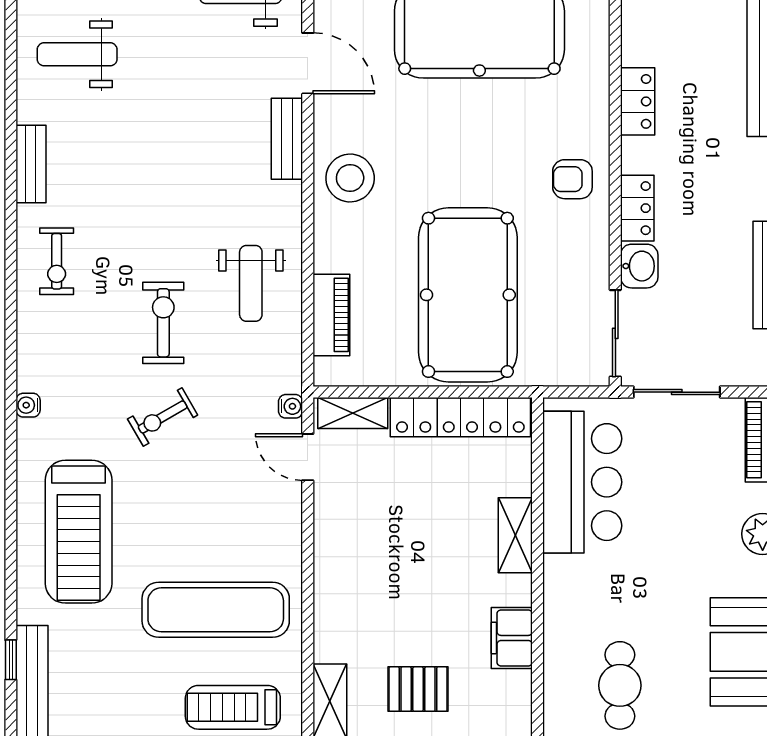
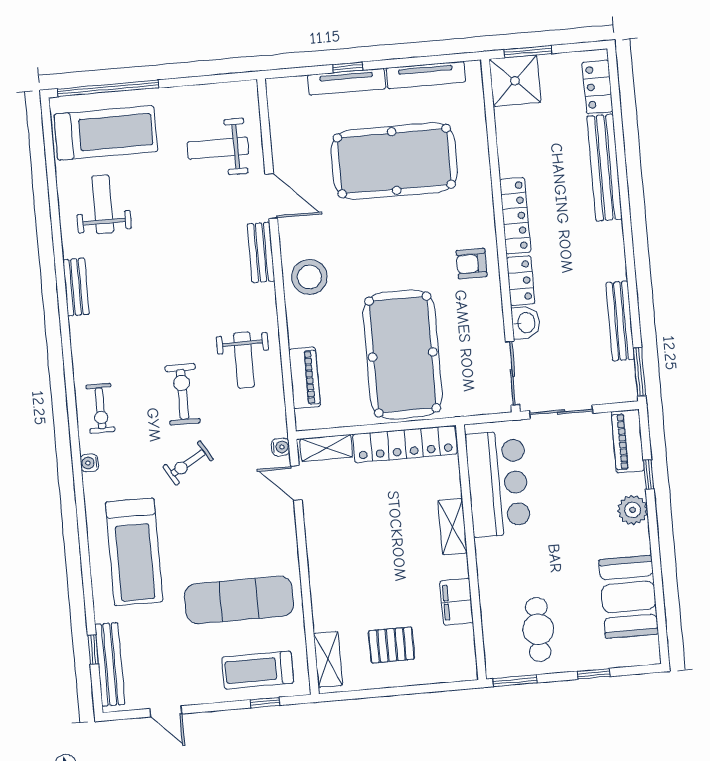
weight bench: (77, 54) -> (103, 204), turned 90
locker: (638, 101) -> (515, 216), width x1.53
exercise bike: (57, 261) -> (100, 408), moved

